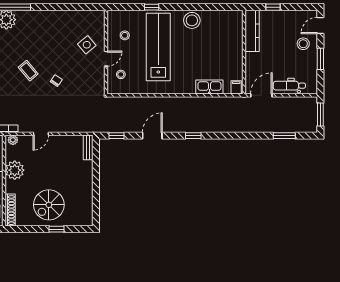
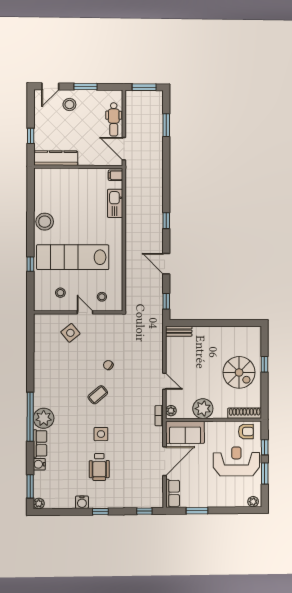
door: (320, 26) -> (50, 86), hinge flipped

